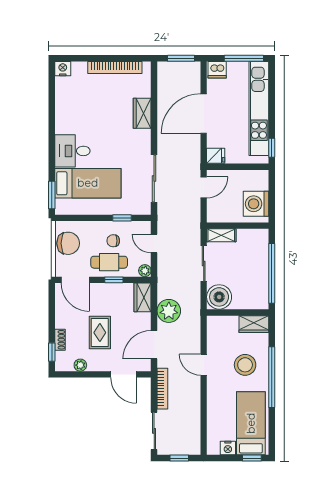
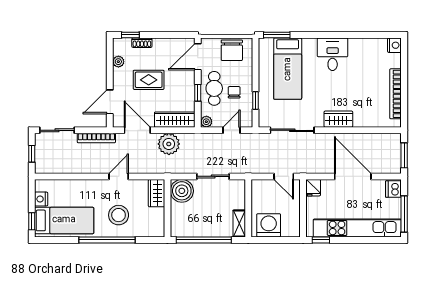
wardrobe: (142, 113) -> (338, 119), moved
desk: (72, 151) -> (333, 54), moved
shelving: (221, 235) -> (239, 224), moved
wardrobe: (143, 297) -> (175, 120), width x1.50
wardrobe: (254, 324) -> (156, 193), moved

